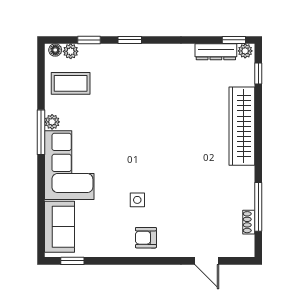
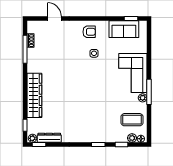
sofa: (60, 227) -> (124, 29), moved, turned -90

